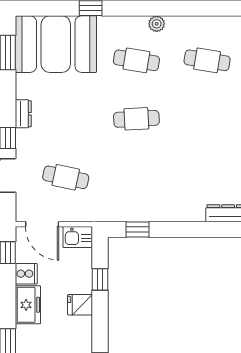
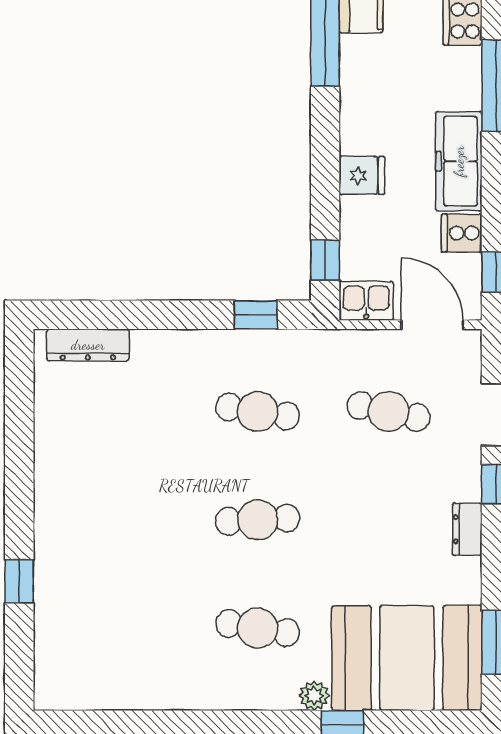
plant: (157, 24) -> (314, 696), moved
cafe table: (207, 60) -> (258, 411), moved
window: (100, 279) -> (325, 260), moved
freezer: (28, 305) -> (459, 161), width x1.40

